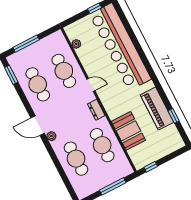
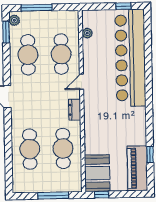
door: (91, 85) -> (82, 82), swing flipped
piano: (157, 109) -> (137, 168), moved
booth: (128, 131) -> (97, 173), moved
plant: (51, 136) -> (14, 20), moved

